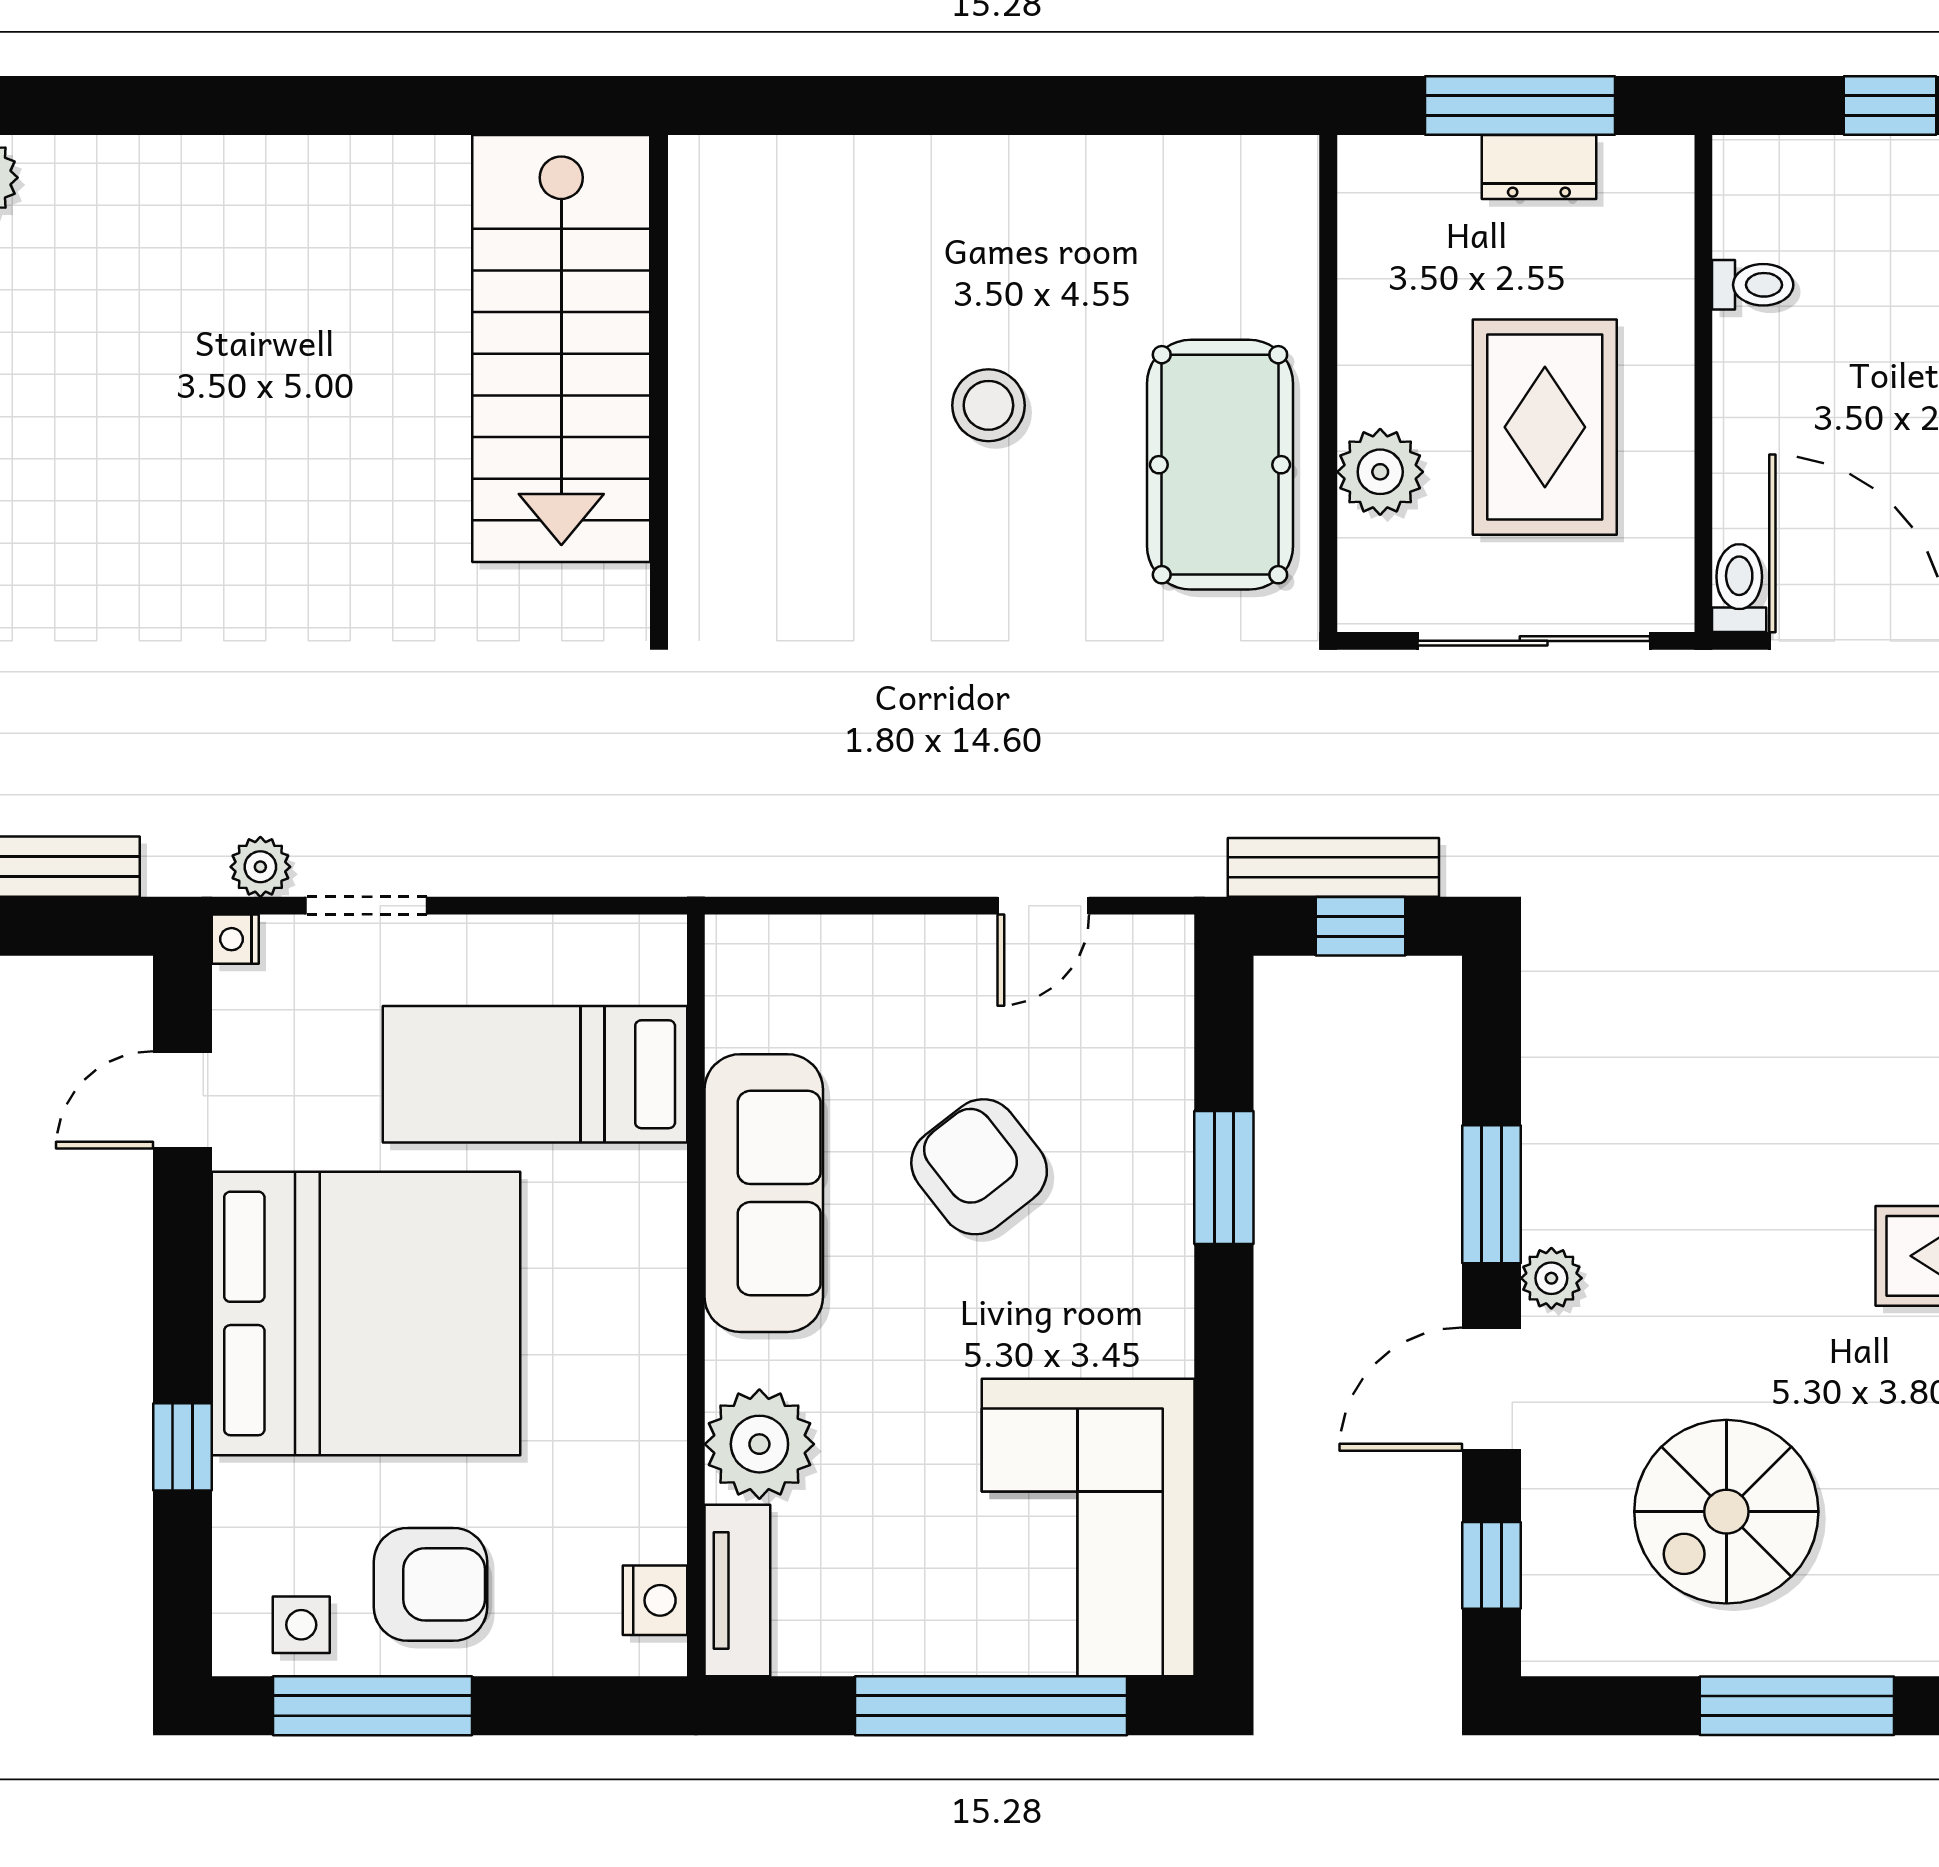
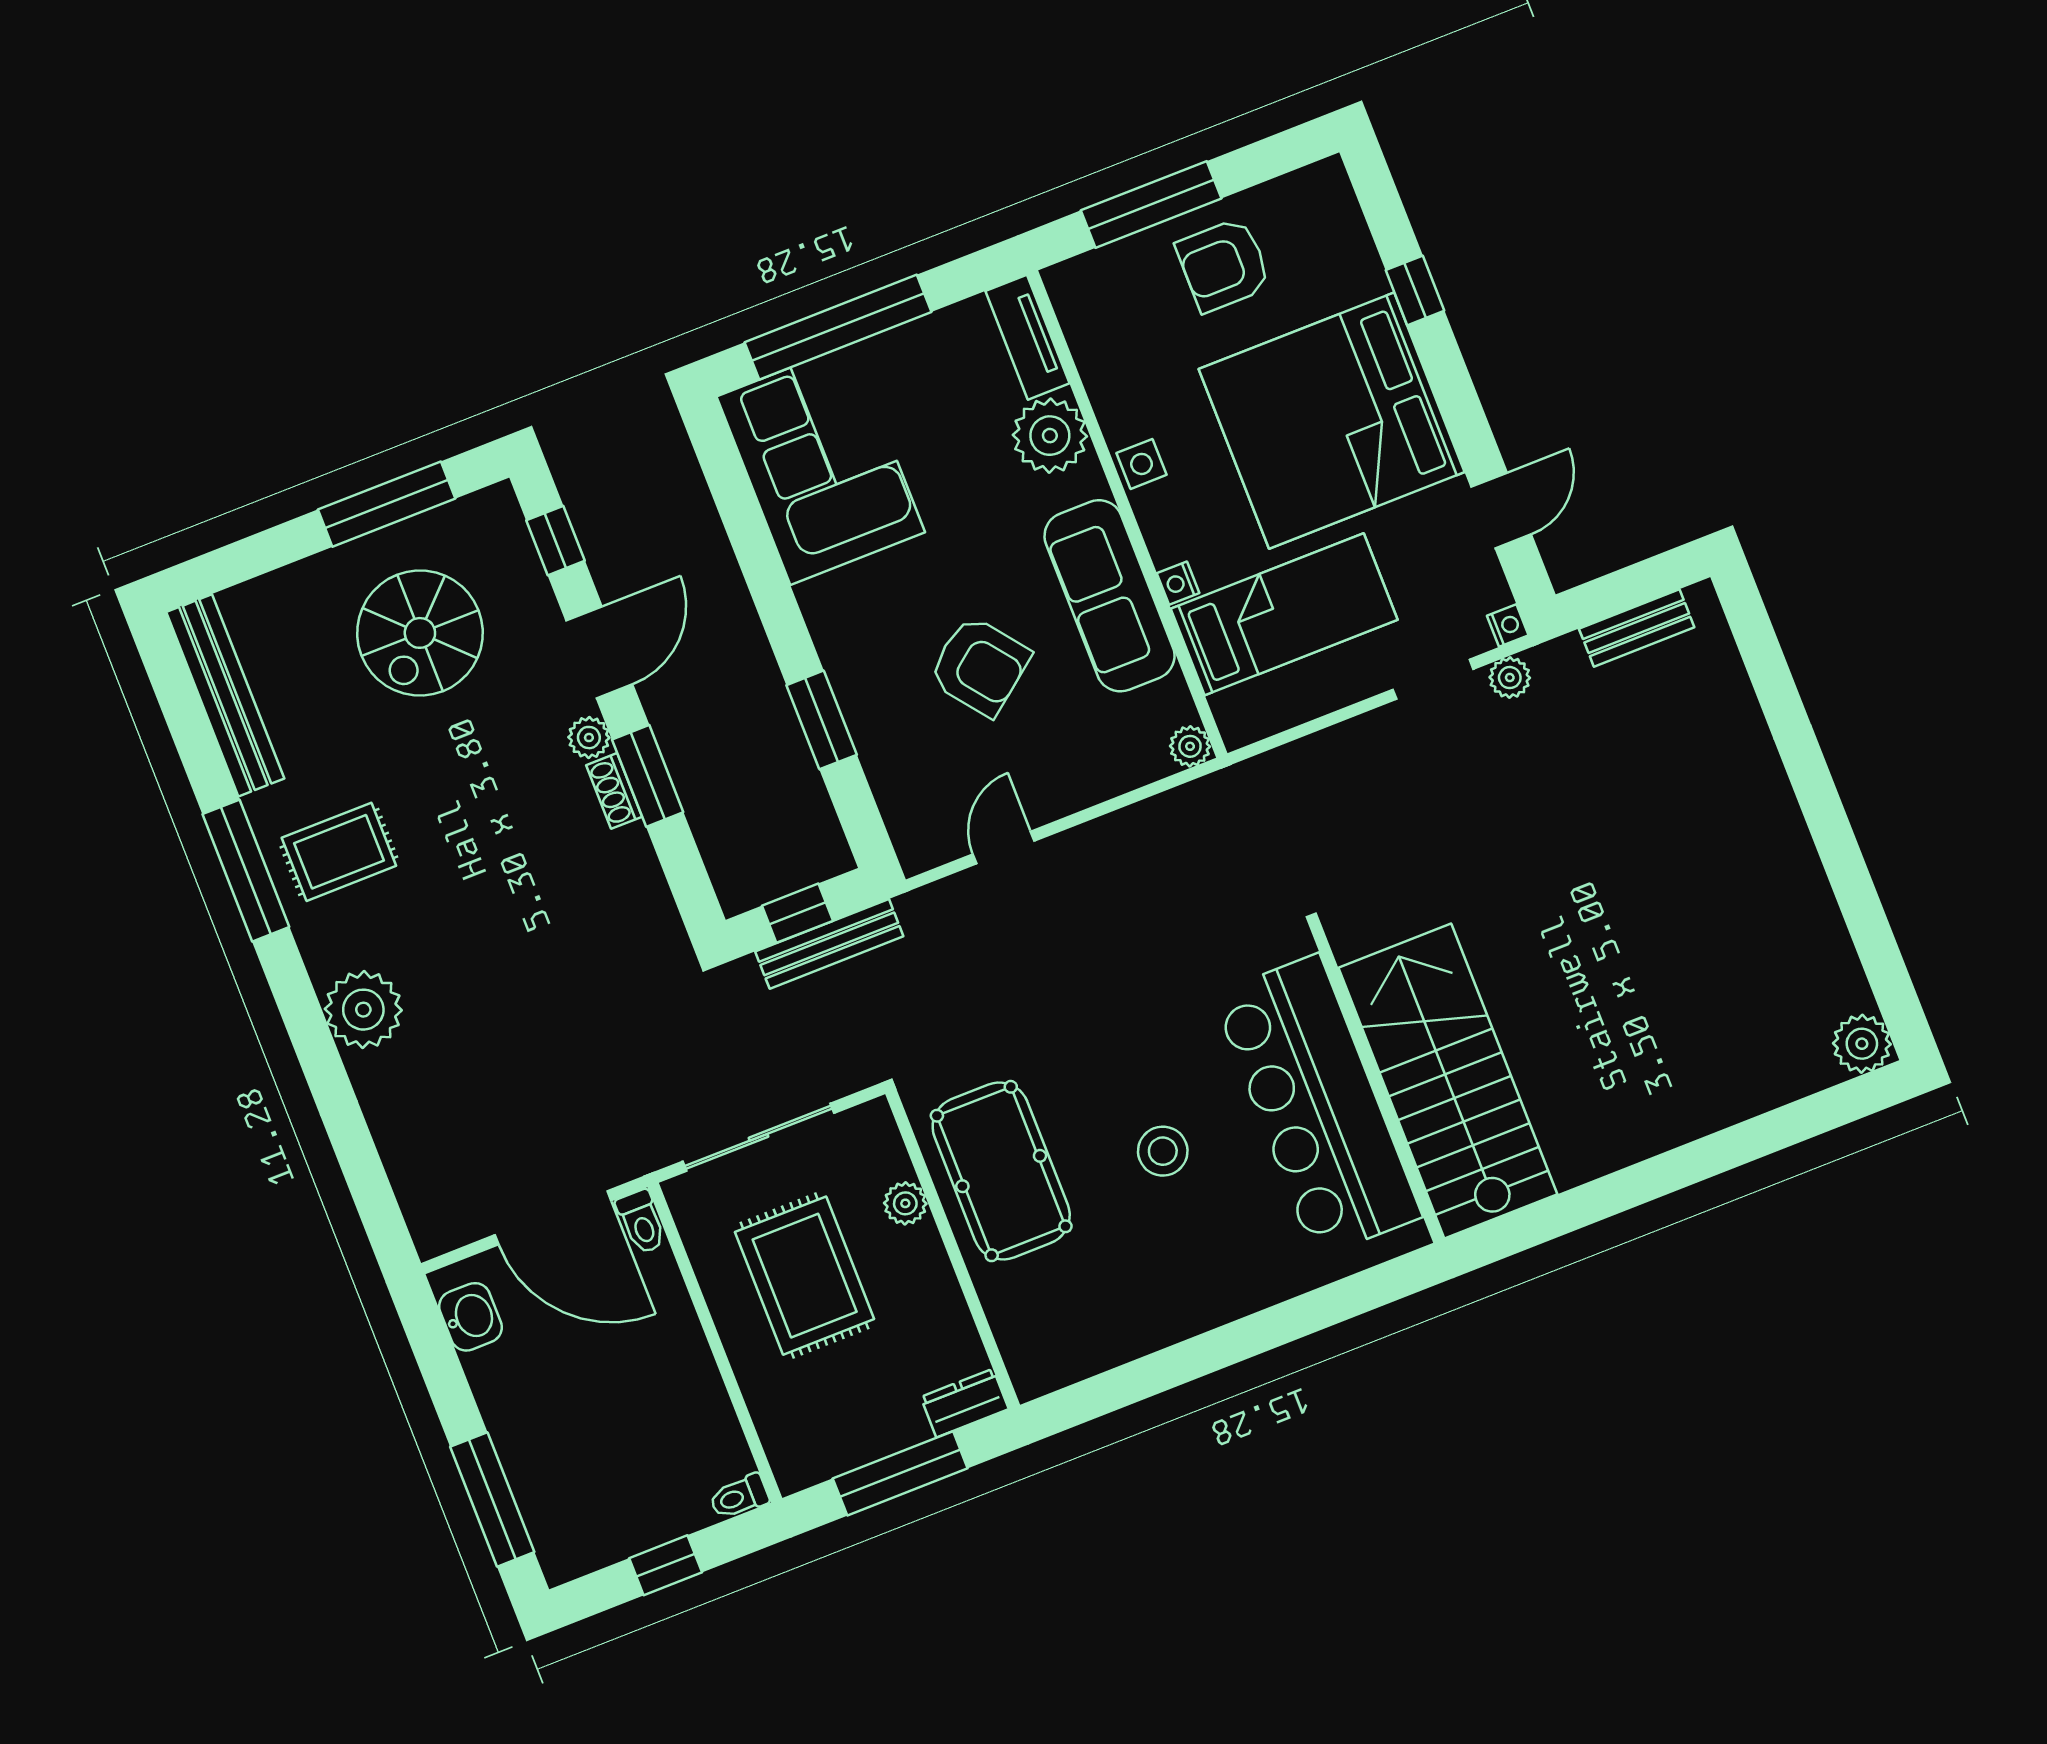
dresser: (1539, 167) -> (965, 1403), moved
toilet: (1753, 285) -> (739, 1497), moved
bar counter: (753, 385) -> (1317, 1106), added
plant: (1380, 472) -> (905, 1203), width x0.73, depth x0.73
plant: (734, 944) -> (1190, 746), added
shoe rack: (1545, 1192) -> (614, 791), added
spiral stairs: (1726, 1512) -> (420, 633), turned 180
nightstand: (655, 1600) -> (1178, 583), moved, width x0.72, depth x0.74
side table: (301, 1625) -> (1142, 464), moved
window: (373, 1706) -> (1151, 204), moved
window: (1797, 1706) -> (387, 504), moved

